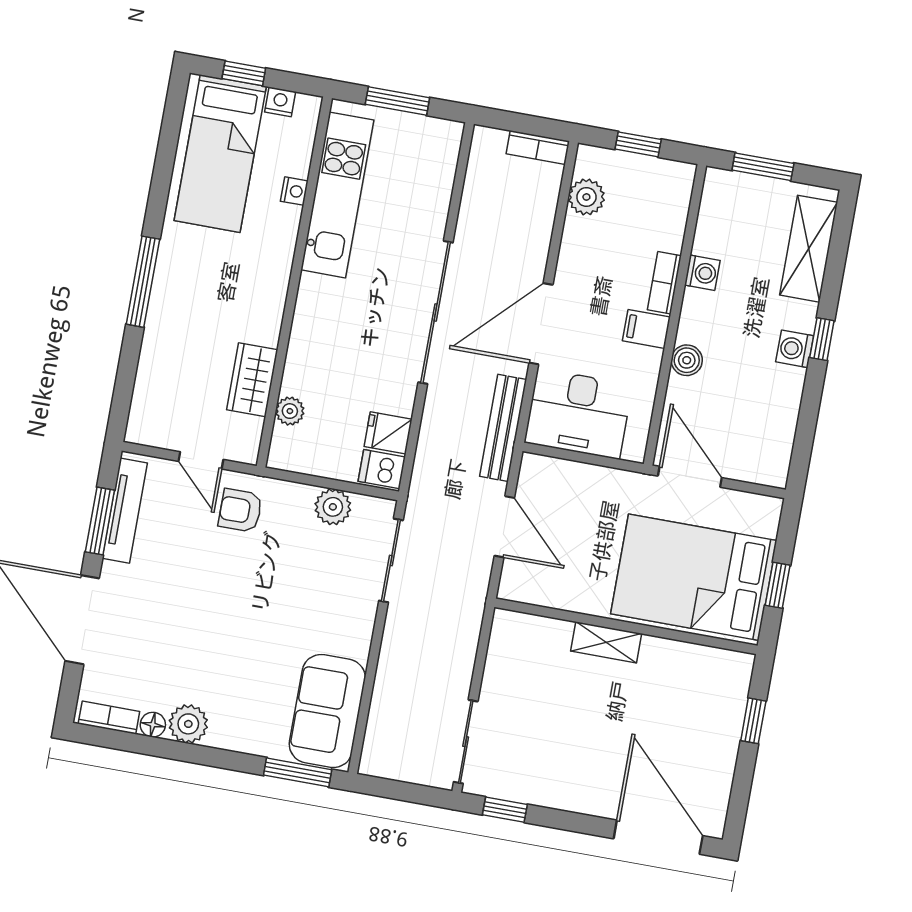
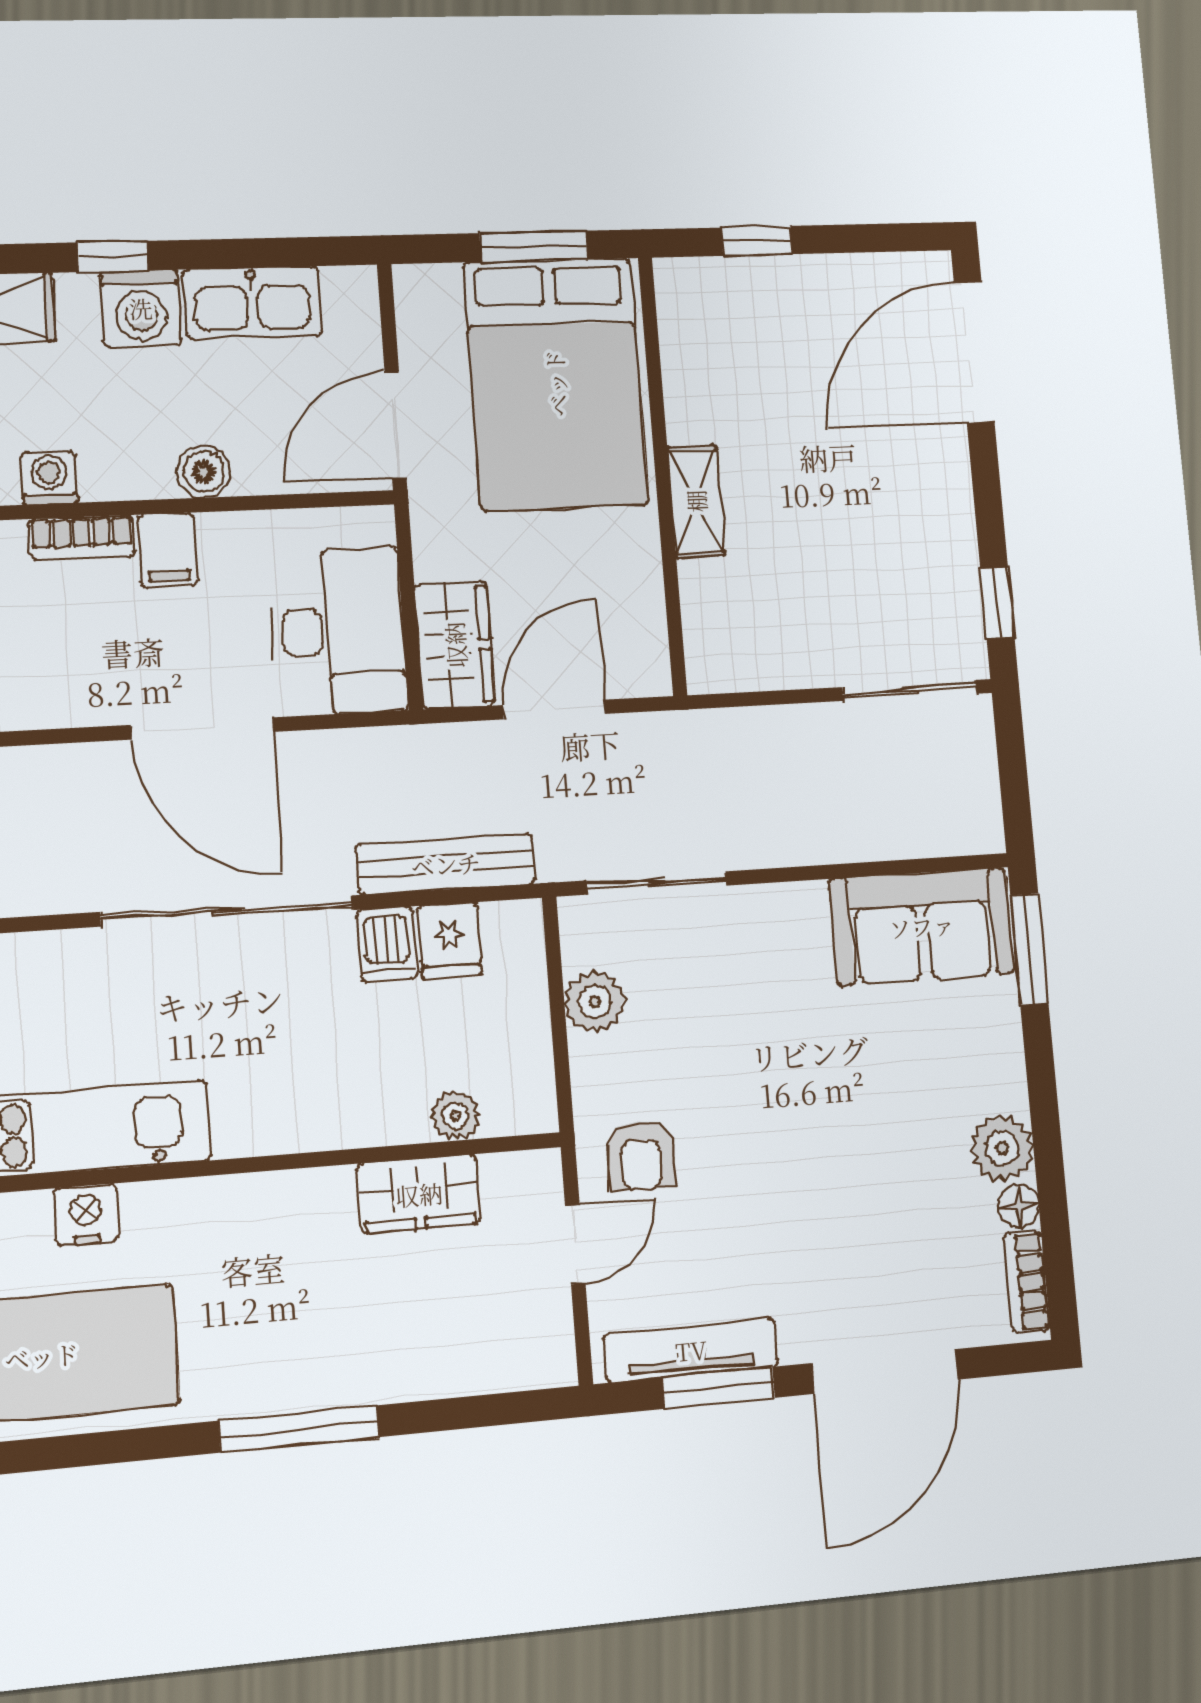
nightstand: (294, 191) -> (86, 1215), width x1.39, depth x1.35
washing machine: (795, 349) -> (141, 308), width x1.38, depth x1.38
kitchen sink: (779, 412) -> (252, 303), added
bench: (503, 428) -> (446, 864), moved
dishwasher: (382, 469) -> (387, 944), moved
wardrobe: (555, 479) -> (455, 645), added
window: (778, 585) -> (534, 246), width x1.50

